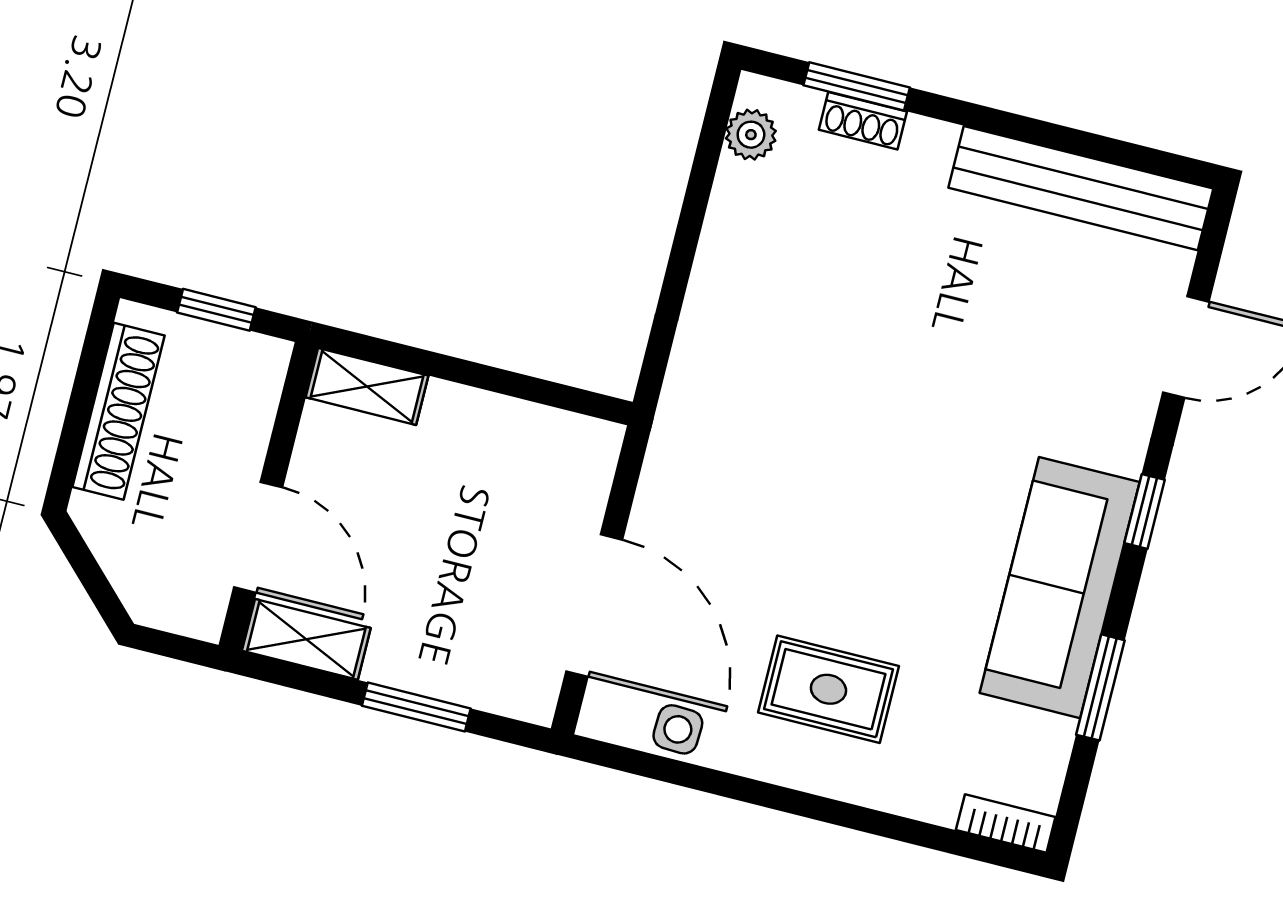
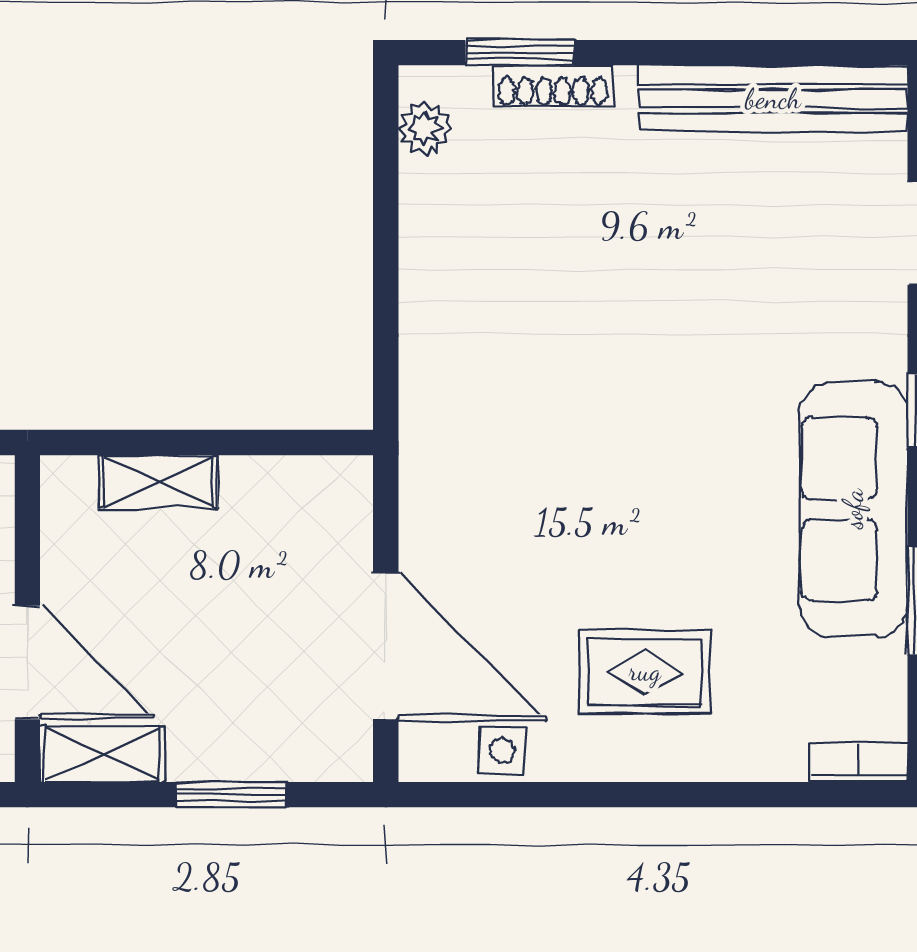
shoe rack: (863, 121) -> (553, 86), width x1.43
shelving: (367, 386) -> (158, 482), moved

